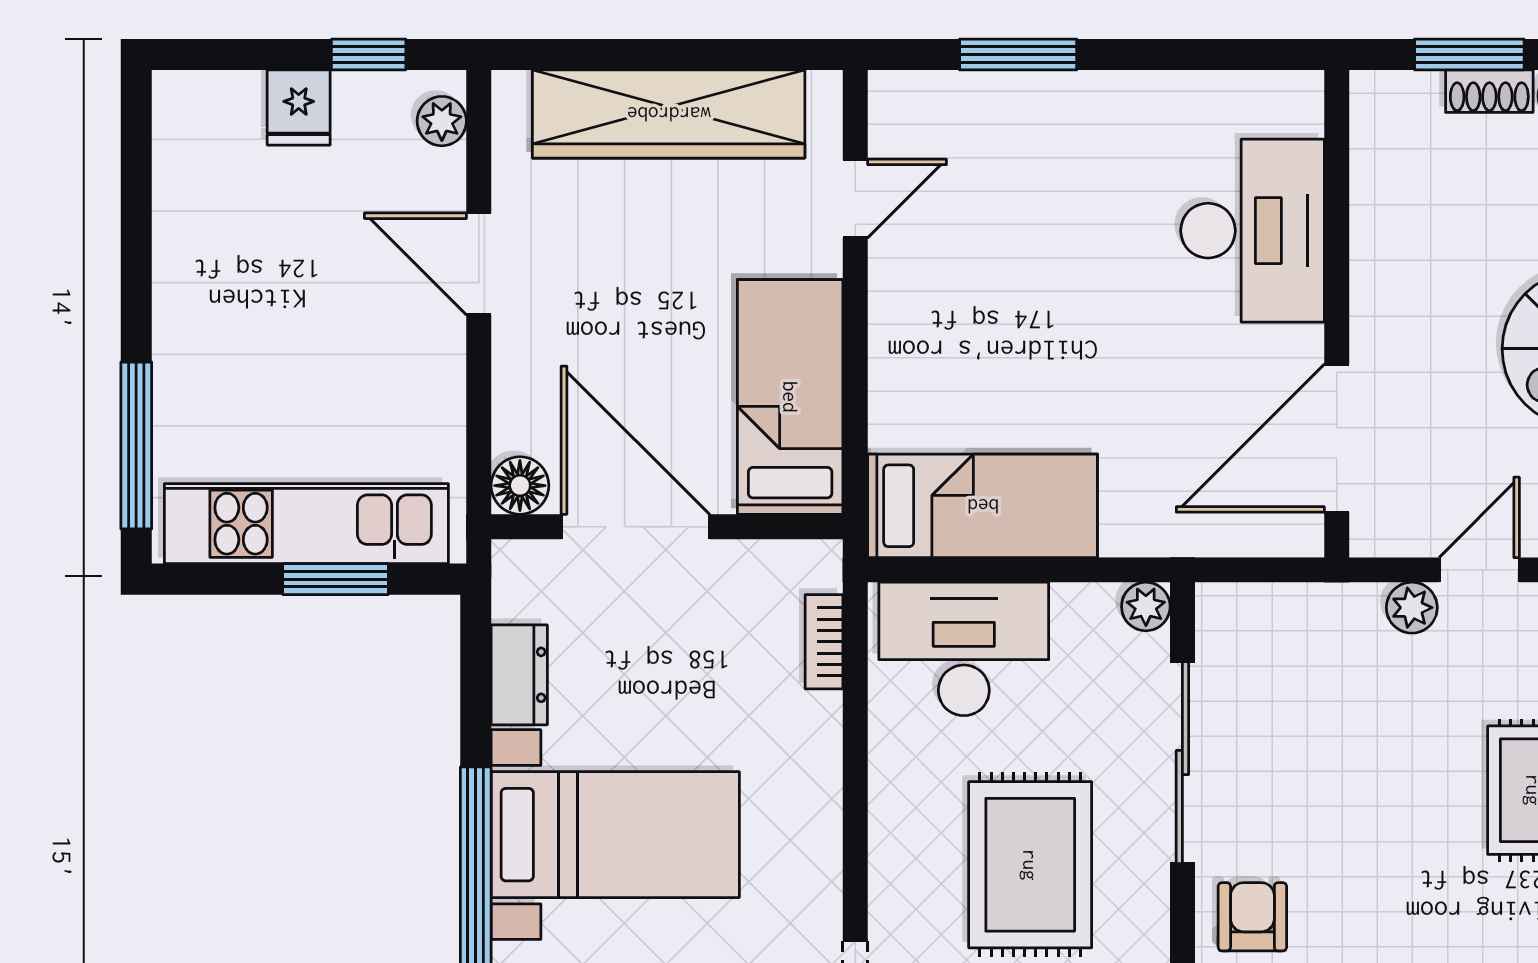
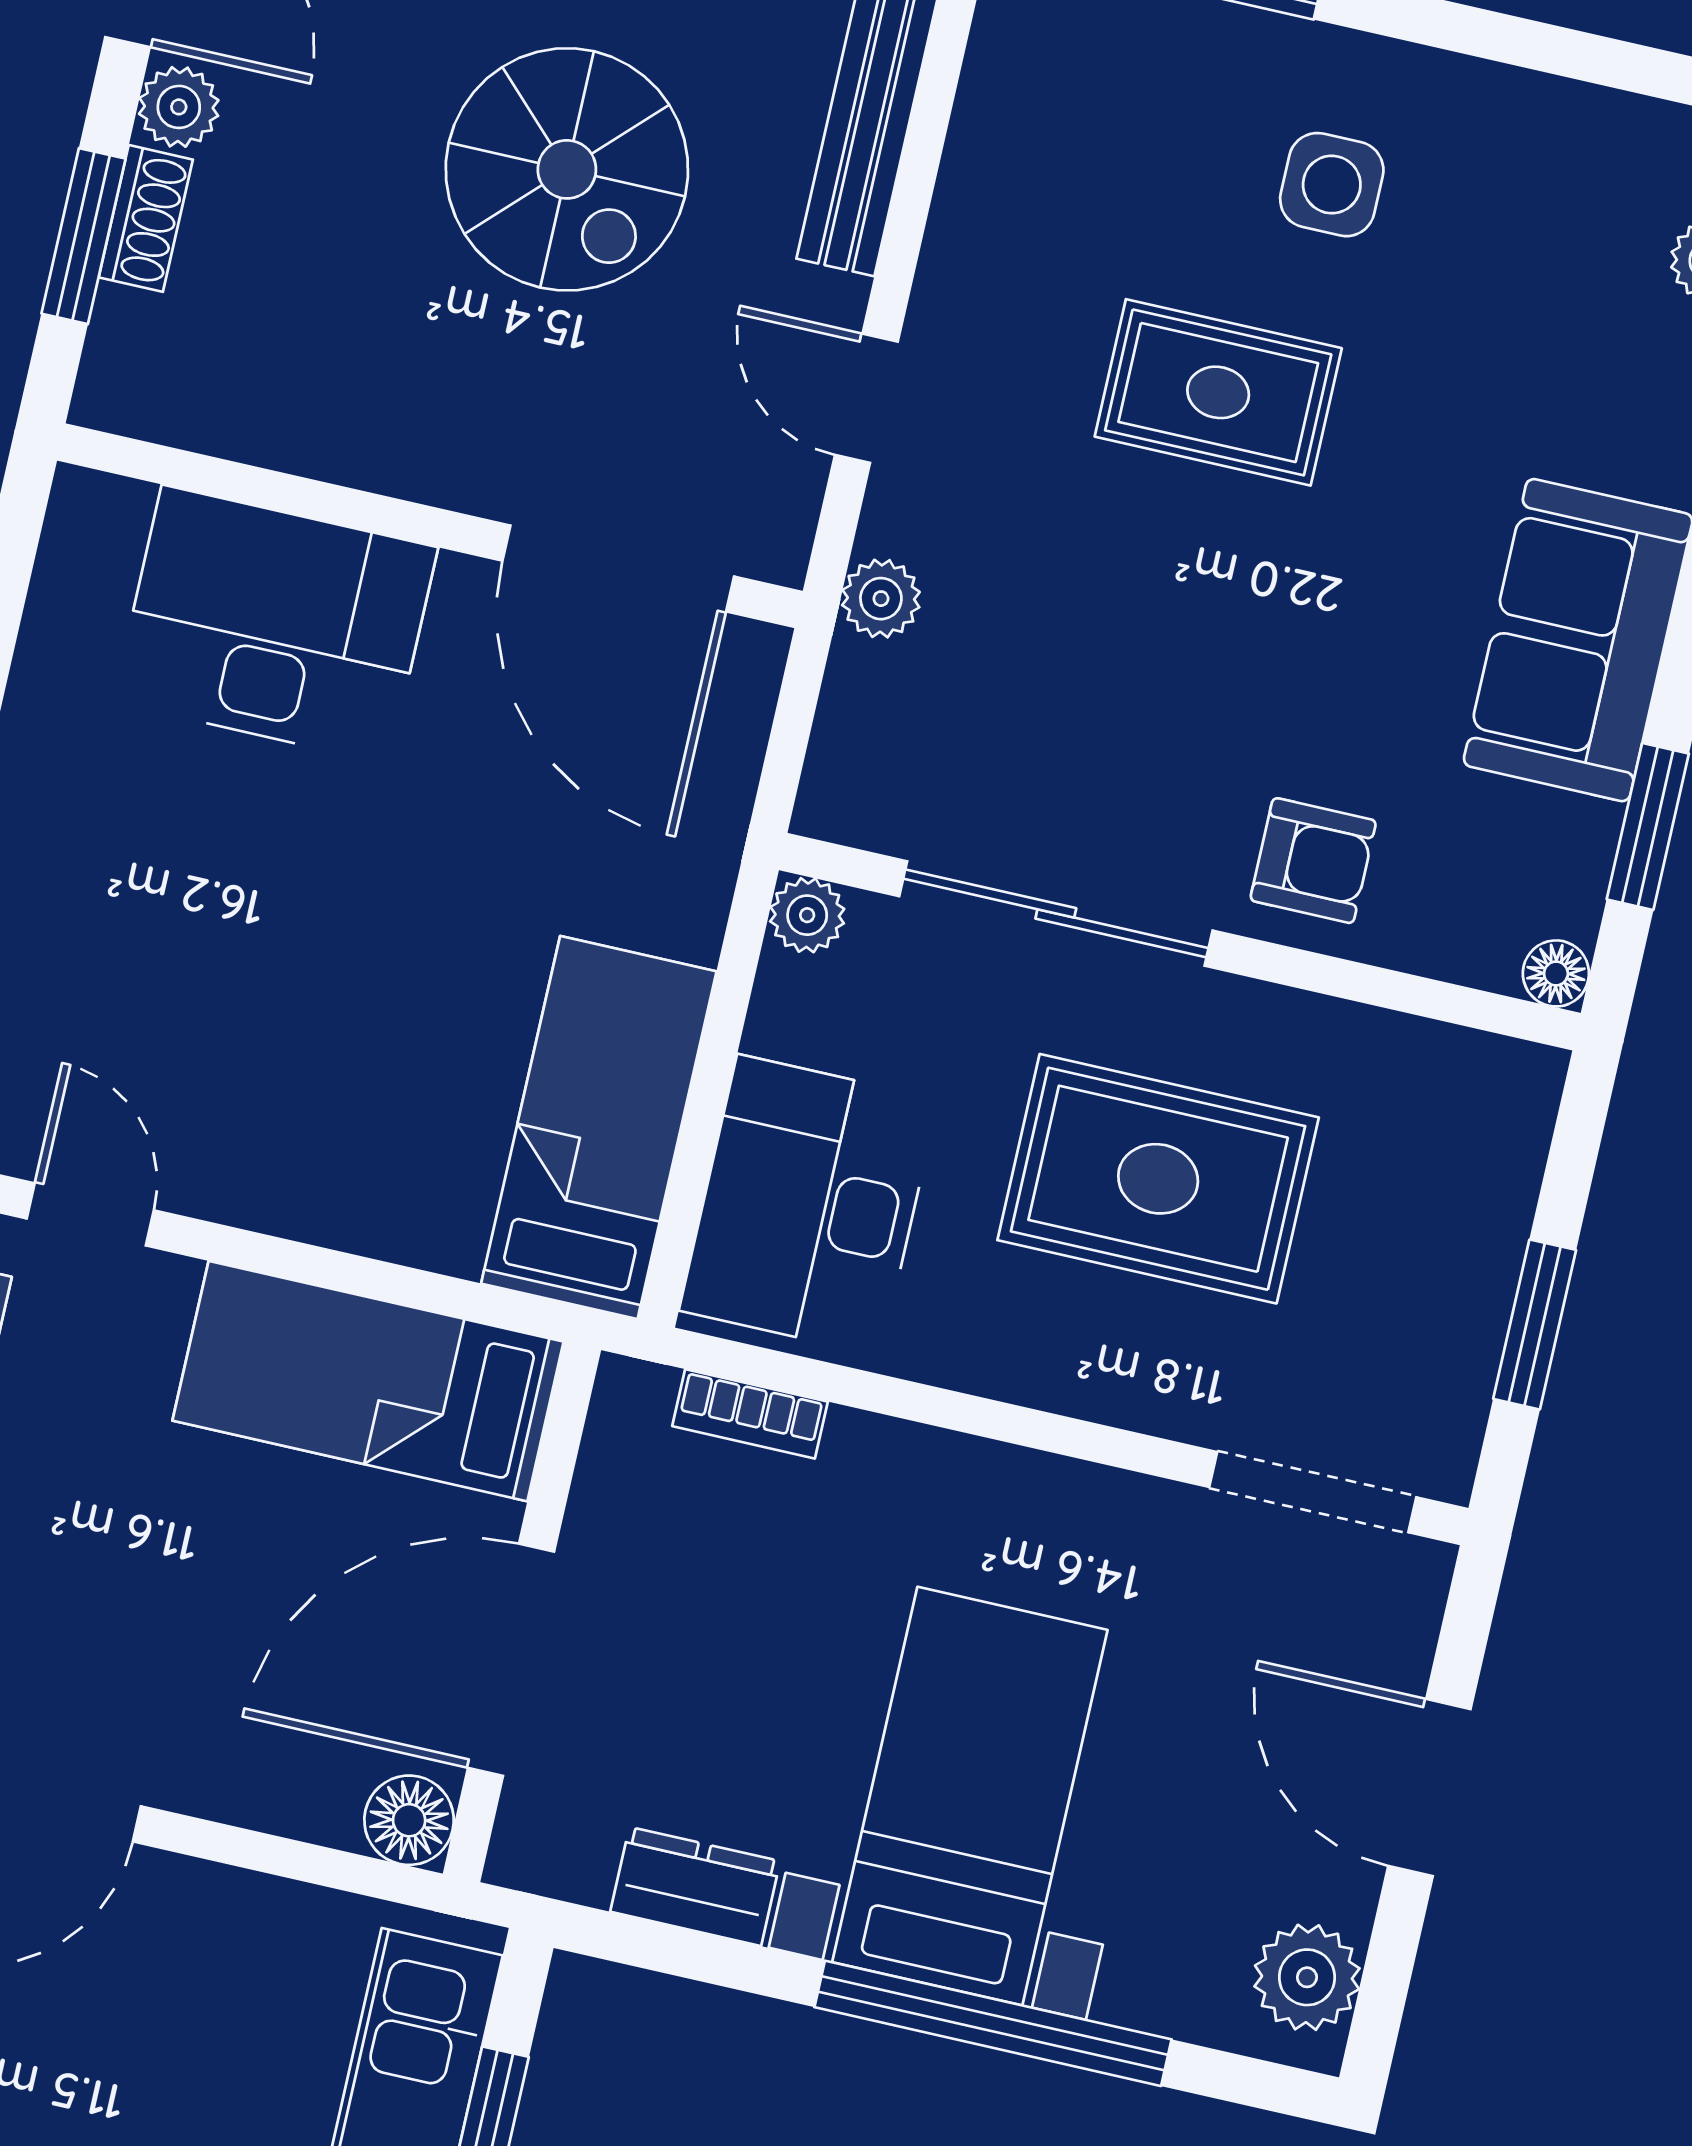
plant: (1412, 608) -> (881, 599), moved
armchair: (1252, 917) -> (1313, 861), turned 180

